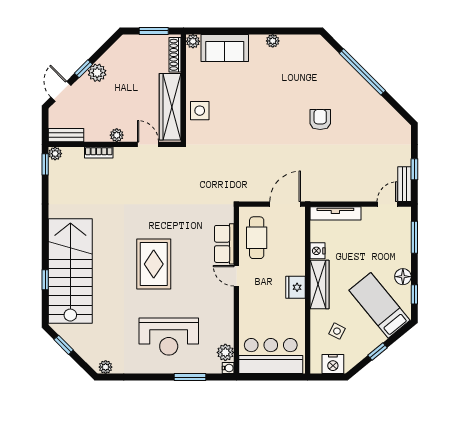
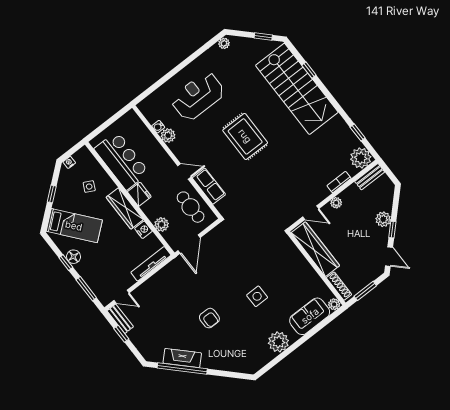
plant: (273, 41) -> (278, 342), width x1.88, depth x1.88
window: (362, 72) -> (182, 368), moved
plant: (97, 73) -> (383, 219), moved
door: (61, 91) -> (389, 257), moved
fireplace: (375, 102) -> (182, 358), added
side table: (200, 111) -> (257, 296), moved
plant: (55, 154) -> (361, 158), width x1.88, depth x1.88
window: (45, 164) -> (358, 132), moved
door: (387, 204) -> (121, 297), hinge flipped
plant: (297, 242) -> (162, 224), added
window: (414, 294) -> (66, 263), moved
plant: (225, 352) -> (168, 136), moved
bar counter: (271, 356) -> (122, 161), moved, turned -90
nightstand: (333, 364) -> (69, 162), width x0.53, depth x0.56
water cooler: (228, 368) -> (158, 127), moved
window: (190, 377) -> (163, 80), removed

